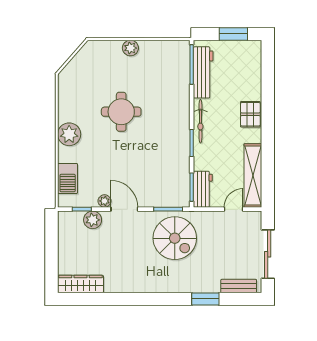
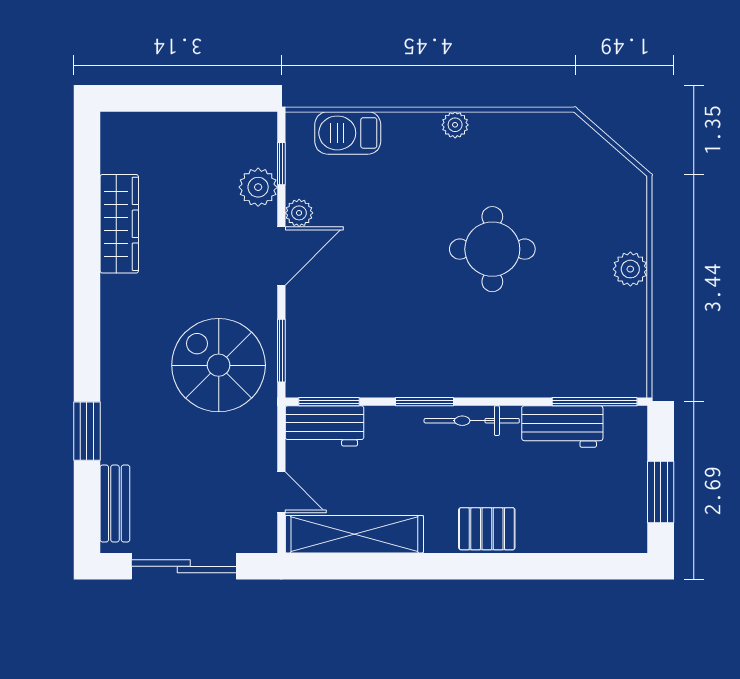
workbench: (203, 72) -> (562, 427), width x0.73
plant: (69, 134) -> (455, 125), width x0.53, depth x0.53
spiral stairs: (175, 238) -> (219, 365), turned 90
wardrobe: (80, 284) -> (119, 224), moved

